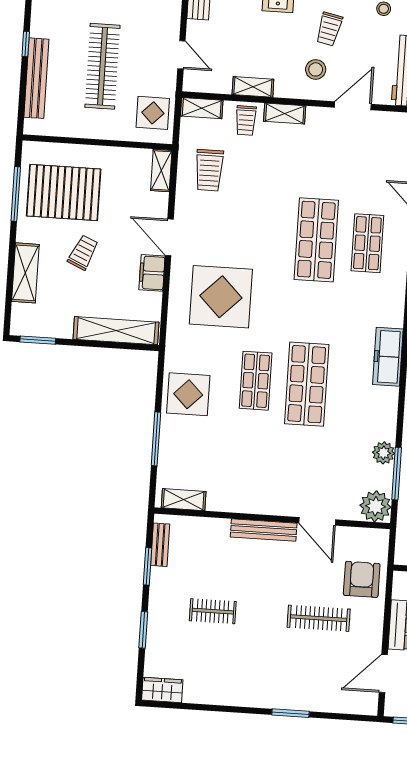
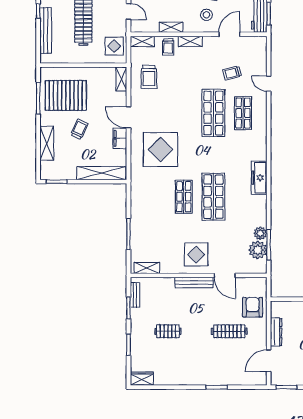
trolley: (353, 173) -> (232, 73), added
display table: (188, 394) -> (196, 255), moved
plant: (375, 506) -> (258, 250), moved

